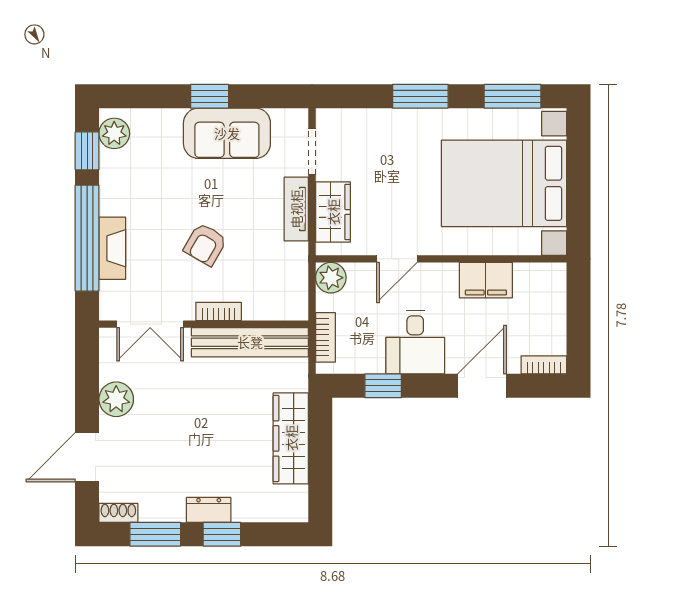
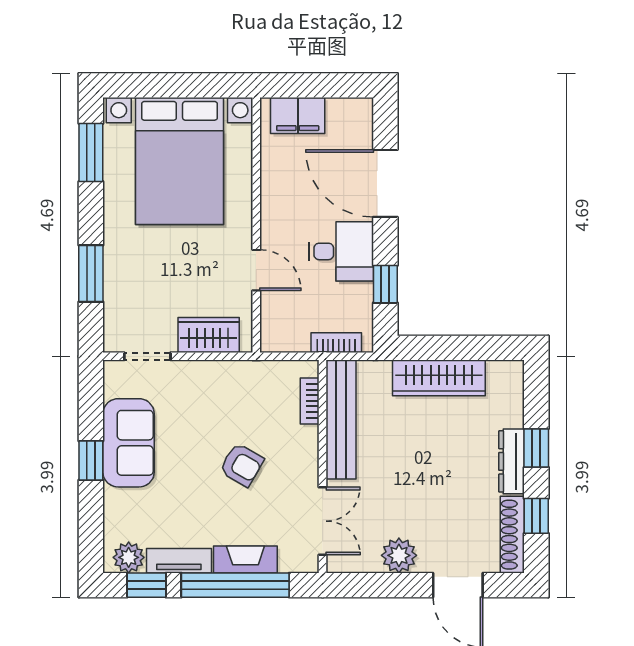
window: (420, 96) -> (91, 273), moved
tv unit: (296, 209) -> (179, 561), moved, turned 180
plant: (331, 278) -> (275, 337), removed
filing cabinet: (486, 280) -> (298, 115), moved, turned 90
bookcase: (219, 311) -> (310, 401), moved
bookcase: (544, 365) -> (364, 121), removed
door: (482, 386) -> (385, 183), width x1.36
dresser: (209, 510) -> (511, 461), width x1.44
shoe rack: (118, 513) -> (512, 535), width x1.94, depth x1.24
window: (155, 534) -> (536, 516), width x0.67

